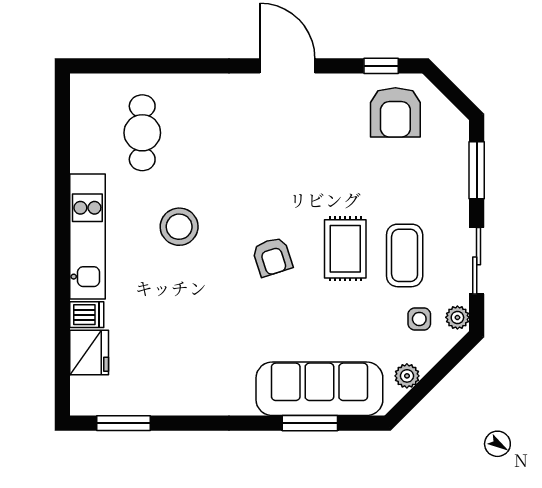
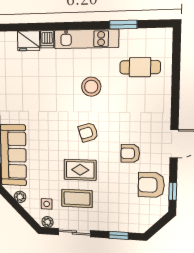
armchair: (395, 112) -> (151, 185), moved
armchair: (309, 149) -> (130, 153), added
window: (62, 166) -> (123, 25), added
window: (477, 170) -> (119, 235), width x0.67
armchair: (272, 257) -> (88, 132), moved

